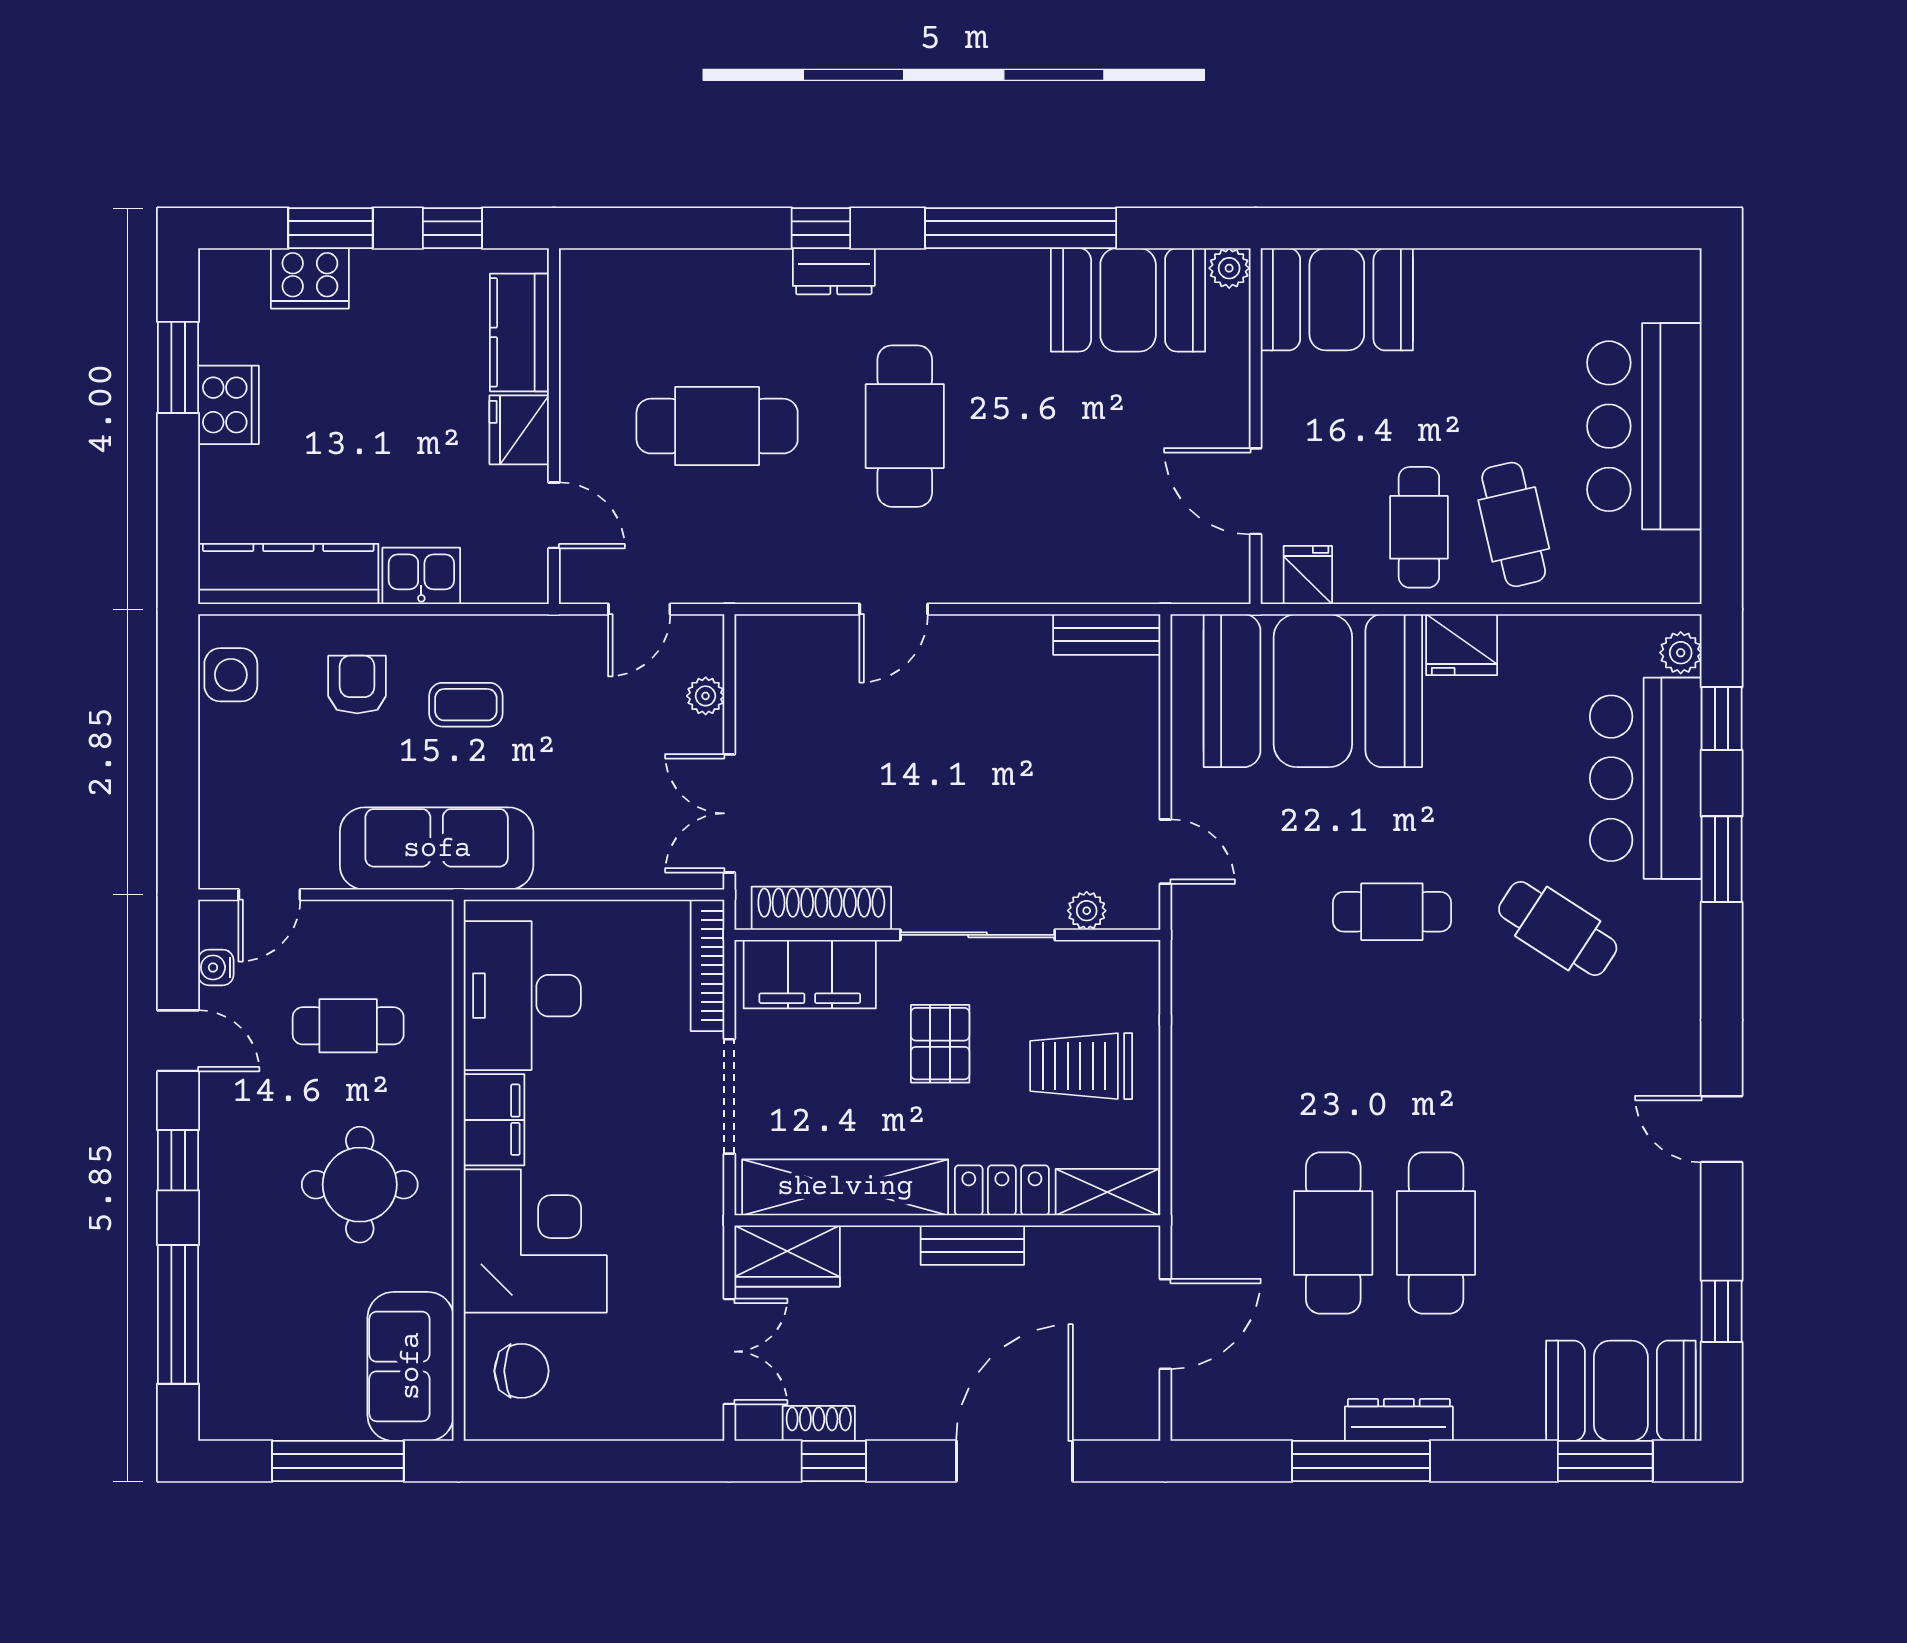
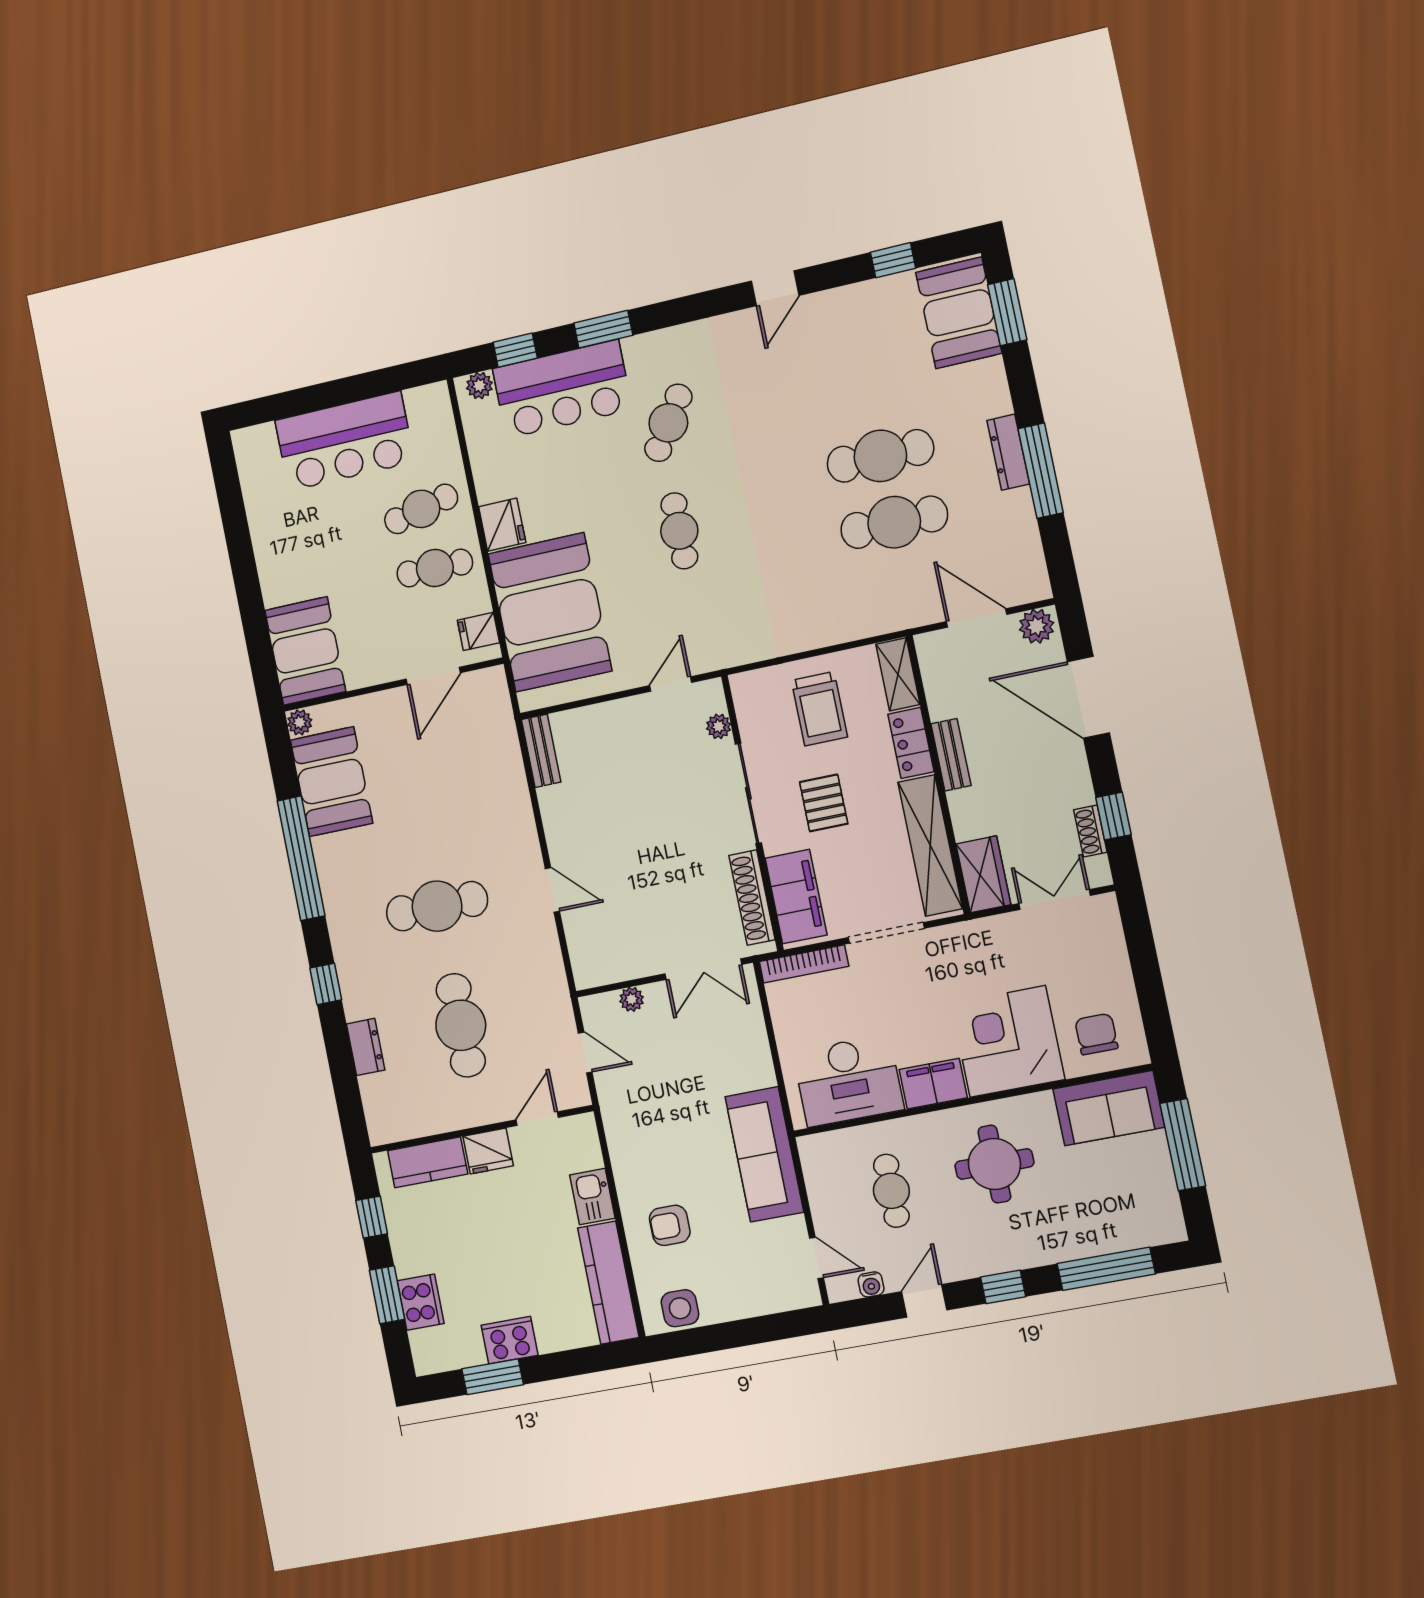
dresser: (834, 271) -> (366, 1047), moved
coffee table: (466, 705) -> (668, 1153), removed
pallet: (940, 1044) -> (824, 803), turned 90
plant: (1134, 1408) -> (1037, 626), added

